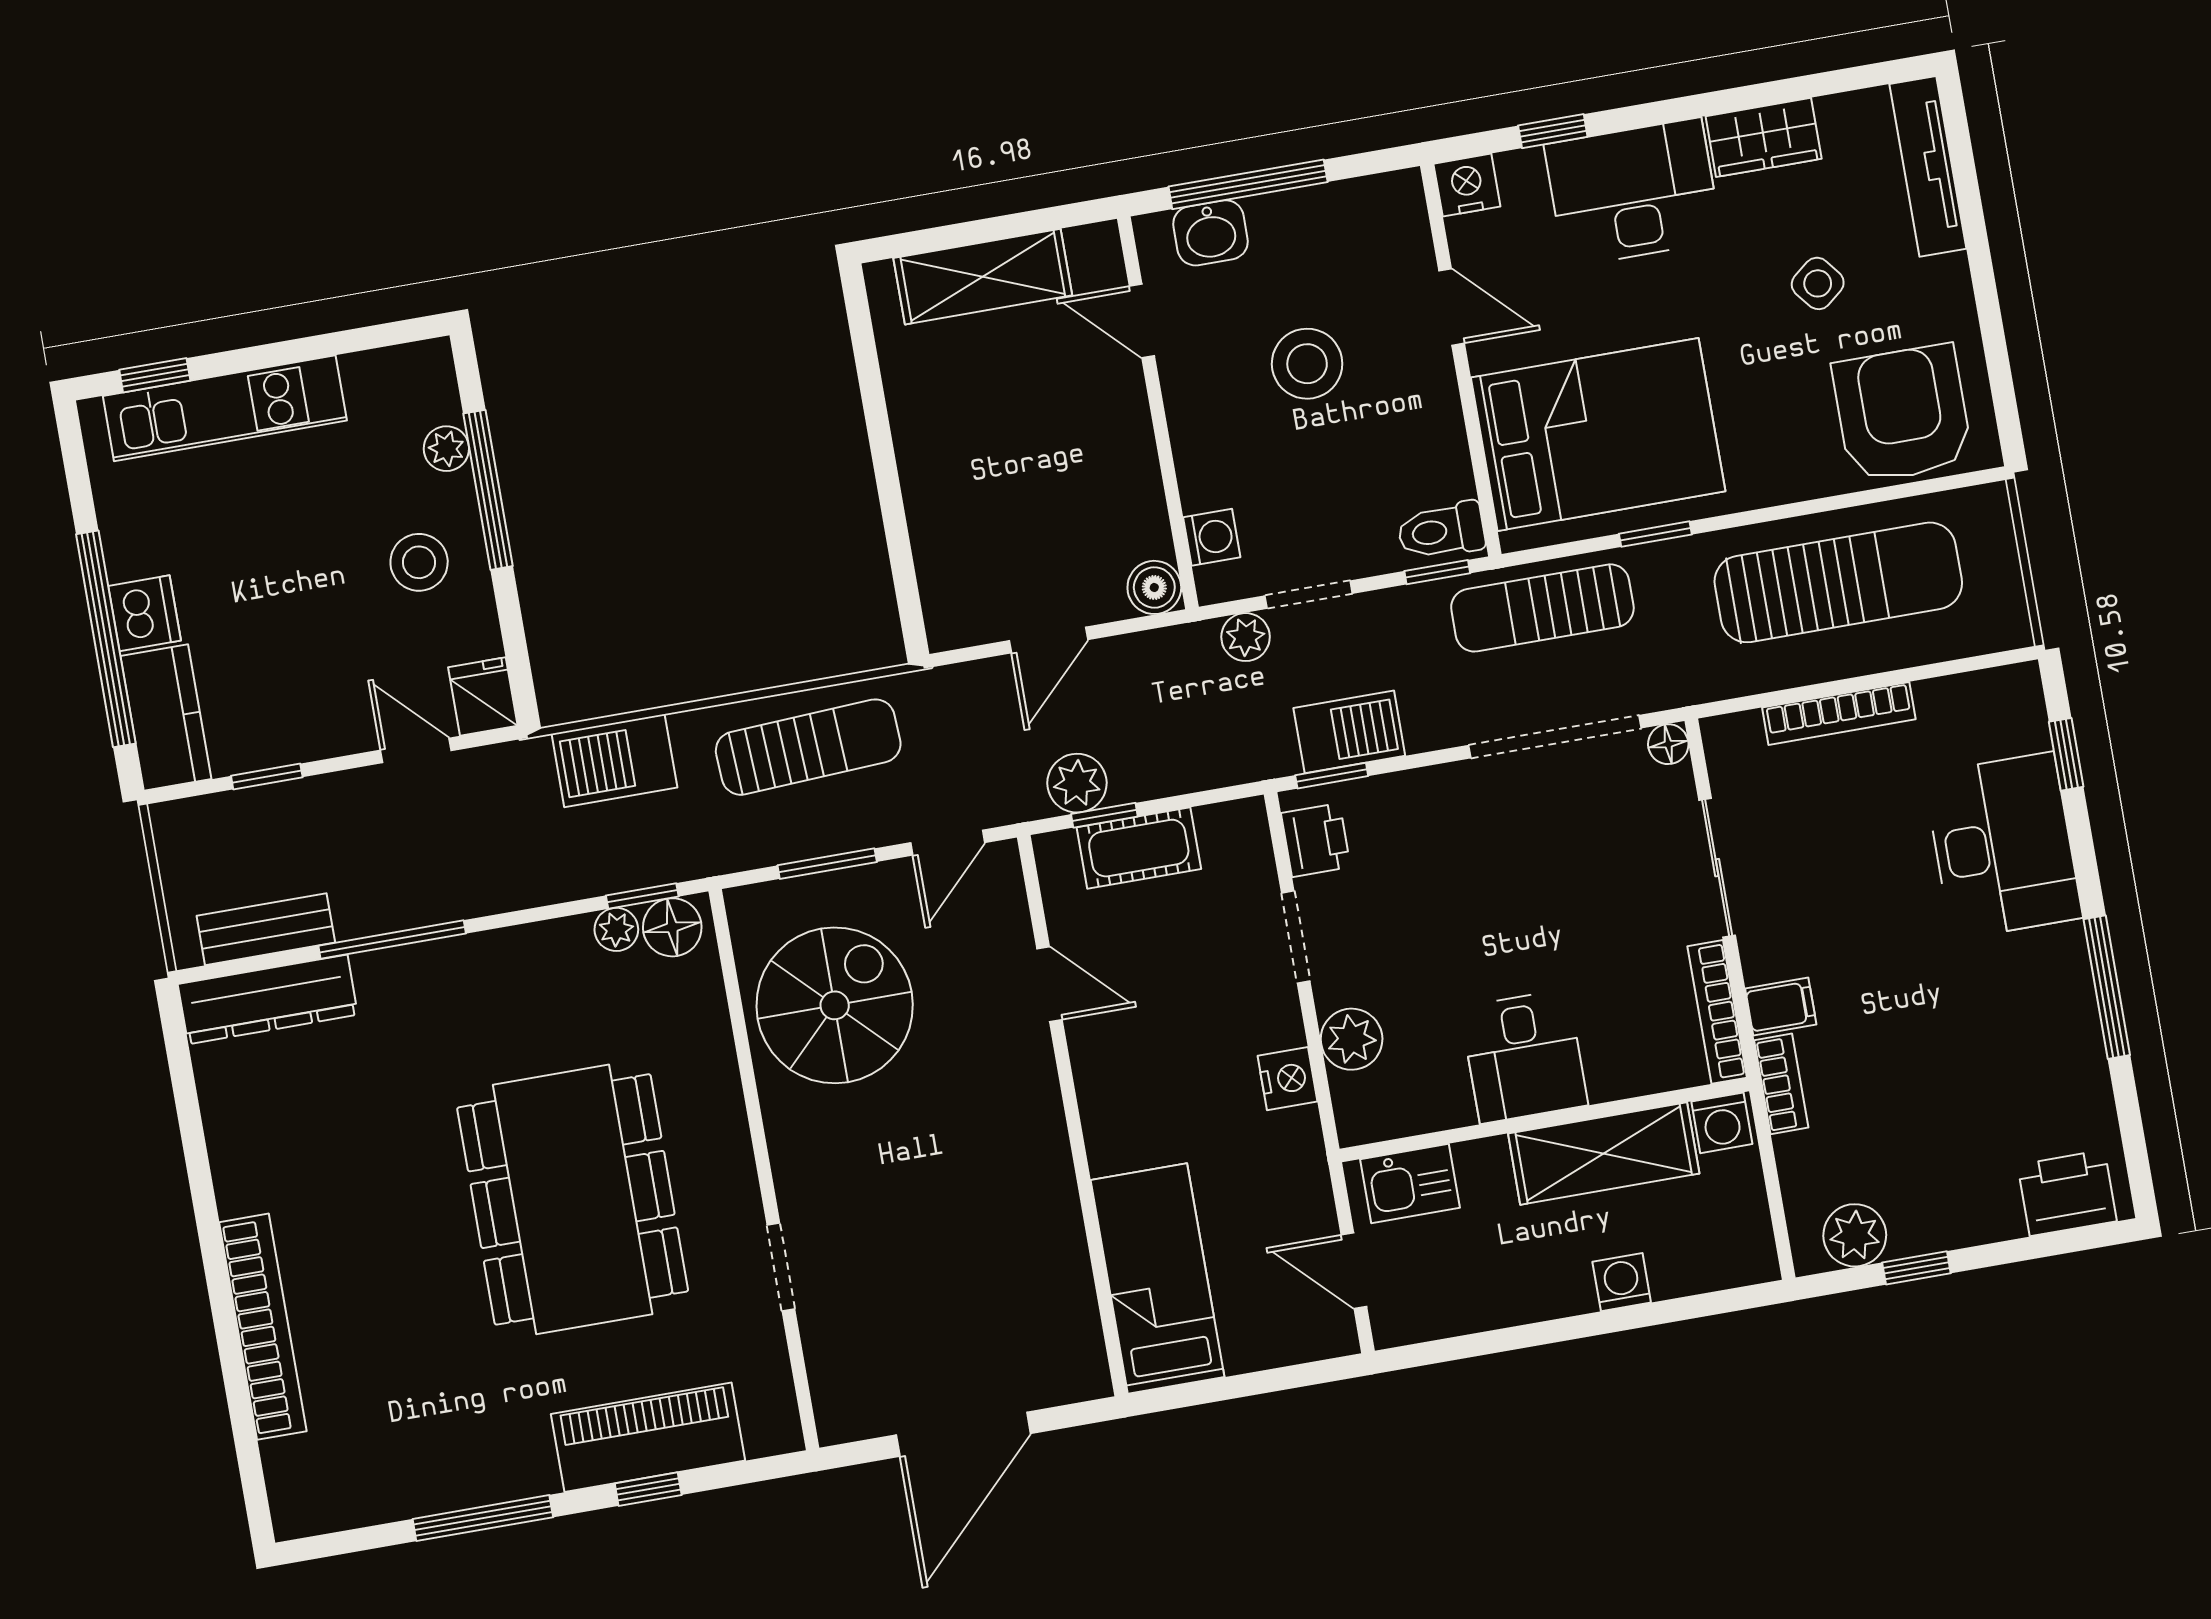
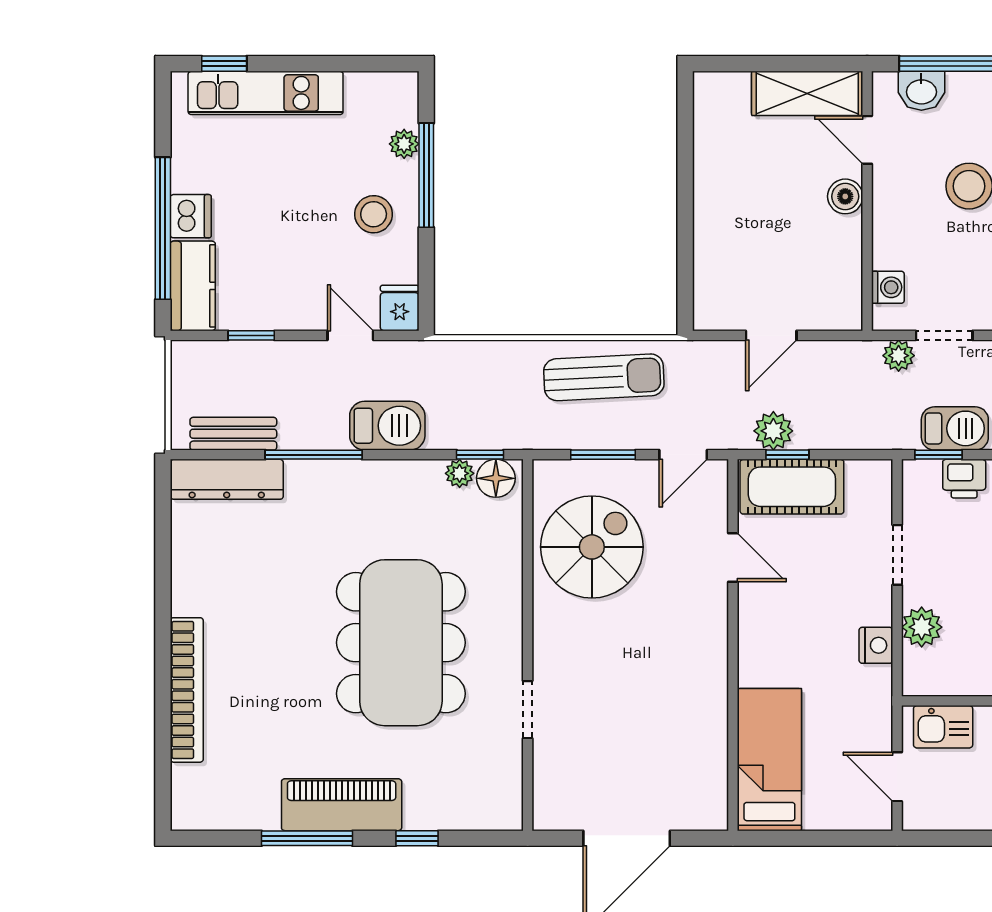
shelving: (983, 277) -> (807, 93), moved
boiler: (1154, 587) -> (845, 196), moved
barbecue: (614, 761) -> (387, 426), moved, turned 180
printer: (1316, 840) -> (964, 479), moved, turned 90
cot: (1139, 848) -> (792, 487), width x1.37, depth x1.34
piano: (648, 1437) -> (342, 805), moved

